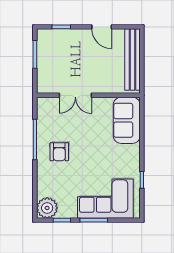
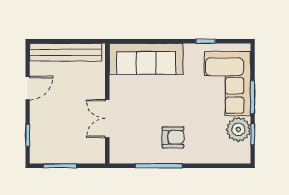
double door: (75, 95) -> (107, 119), swing flipped
sofa: (127, 120) -> (146, 59), width x1.36
plant: (47, 208) -> (238, 129), moved

